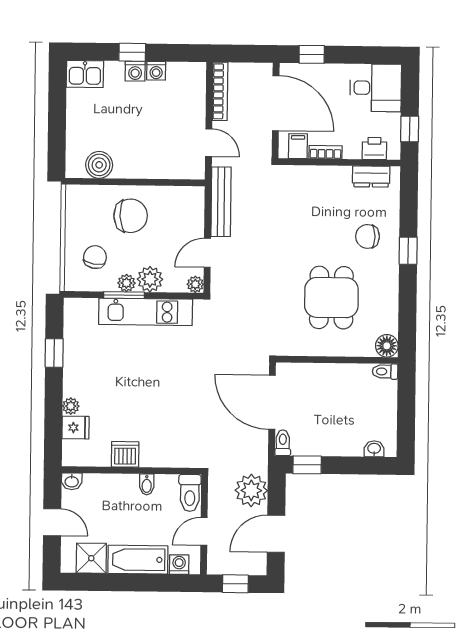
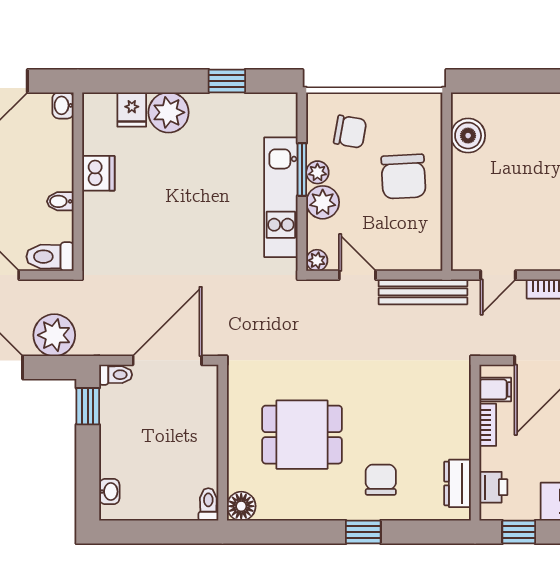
plant: (71, 406) -> (169, 112), width x1.87, depth x1.87

